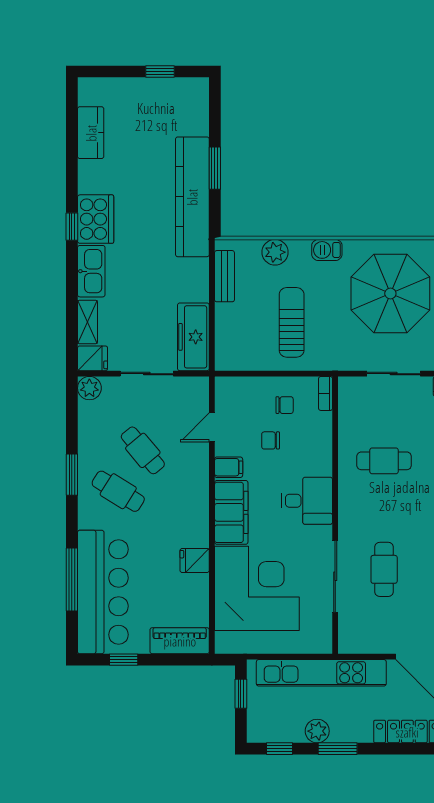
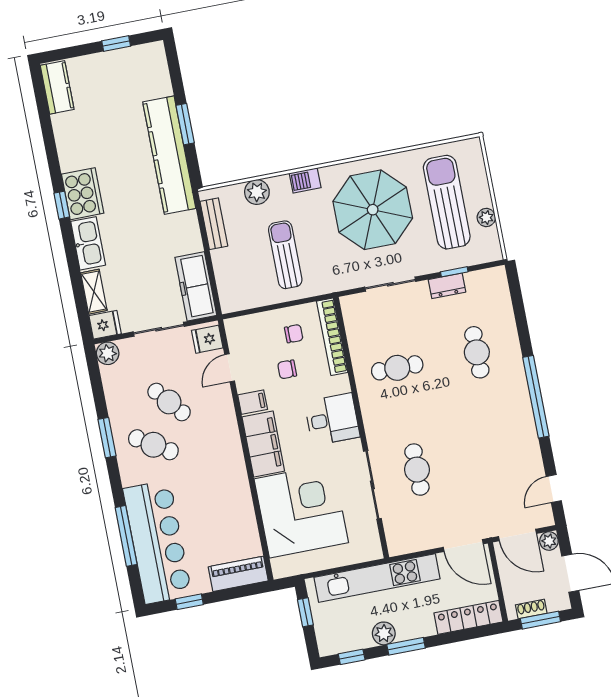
kitchen counter: (91, 133) -> (57, 87), moved
bookcase: (326, 393) -> (332, 337), width x2.31, depth x1.31
fridge: (195, 561) -> (207, 339), moved

